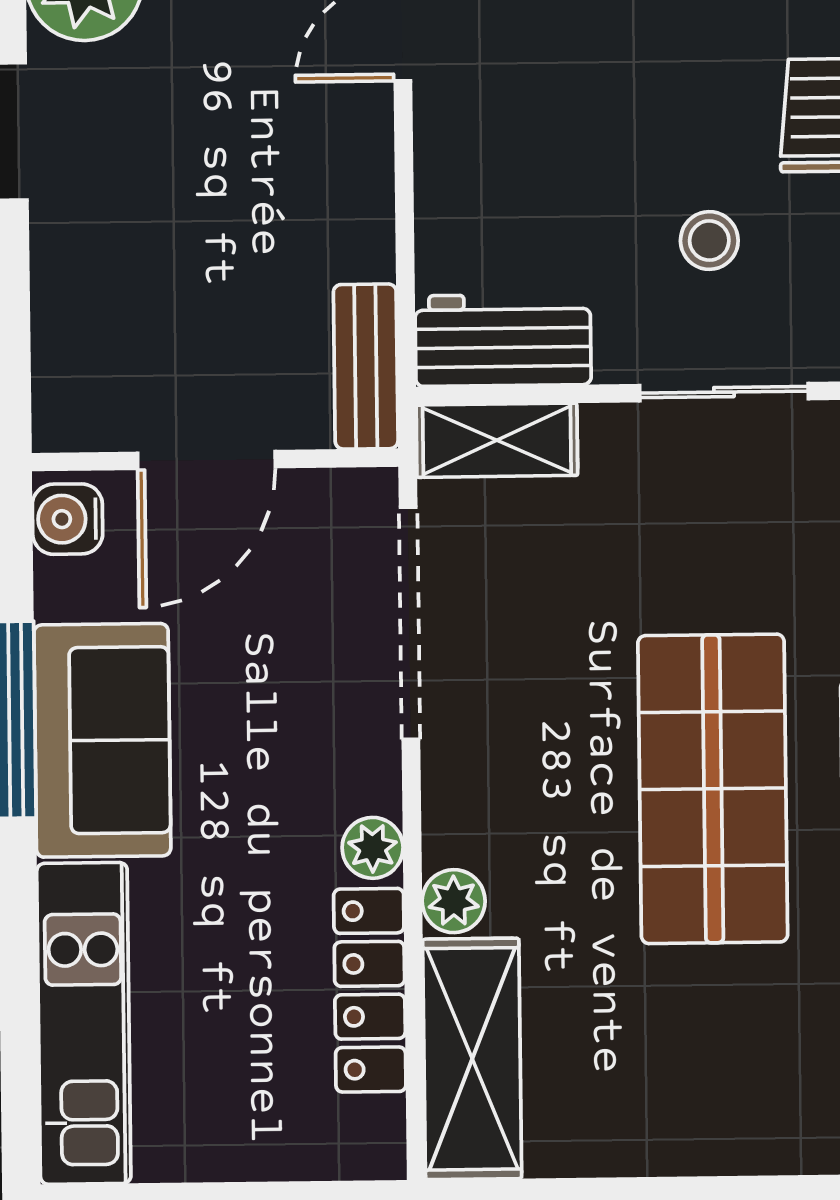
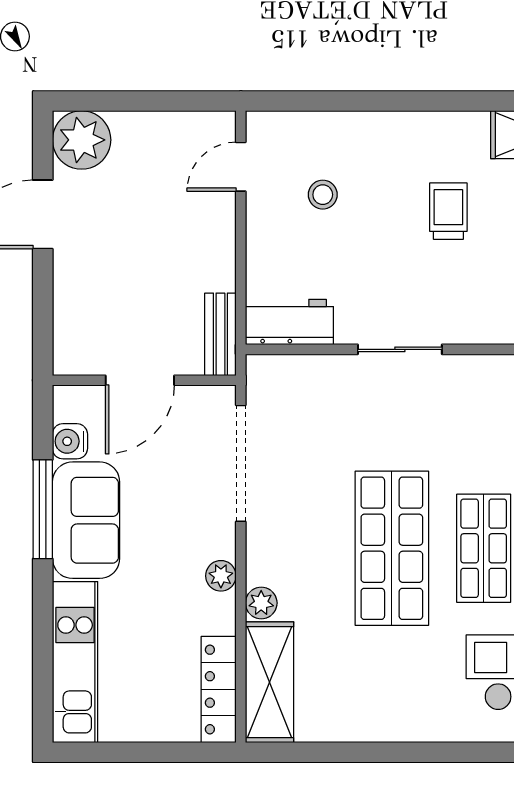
stool: (709, 241) -> (323, 195), moved
shelving: (497, 440) -> (286, 372), removed
water cooler: (68, 519) -> (70, 441), moved
locker: (370, 990) -> (219, 689), moved

